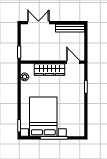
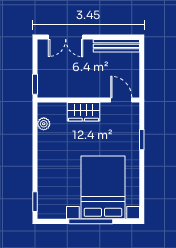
double door: (38, 23) -> (66, 37), swing flipped
wardrobe: (49, 69) -> (83, 112), width x0.67
bed with nightstands: (43, 117) -> (103, 187), moved

